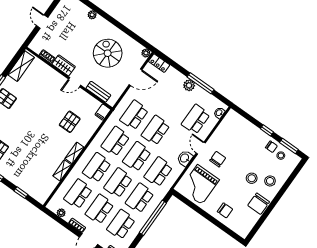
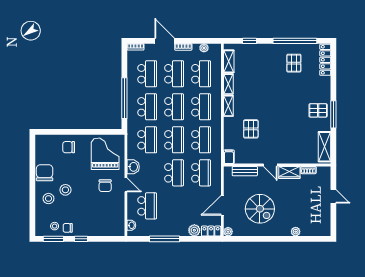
door: (75, 82) -> (270, 165), swing flipped
plant: (189, 85) -> (194, 230), moved
shelving: (49, 188) -> (229, 61), added

